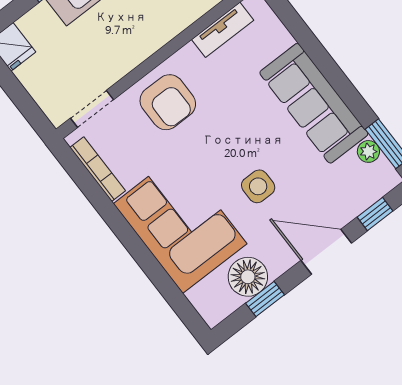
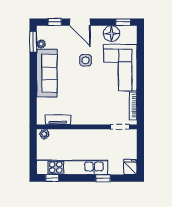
armchair: (168, 102) -> (94, 110), removed
window: (265, 299) -> (123, 22), moved

